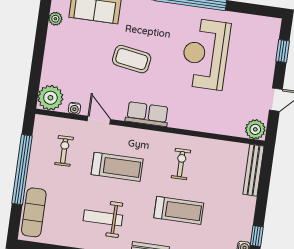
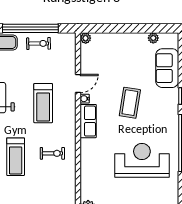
plant: (50, 98) -> (86, 38), width x0.53, depth x0.53
water cooler: (74, 108) -> (85, 99), moved
exercise bike: (64, 151) -> (39, 43), moved

